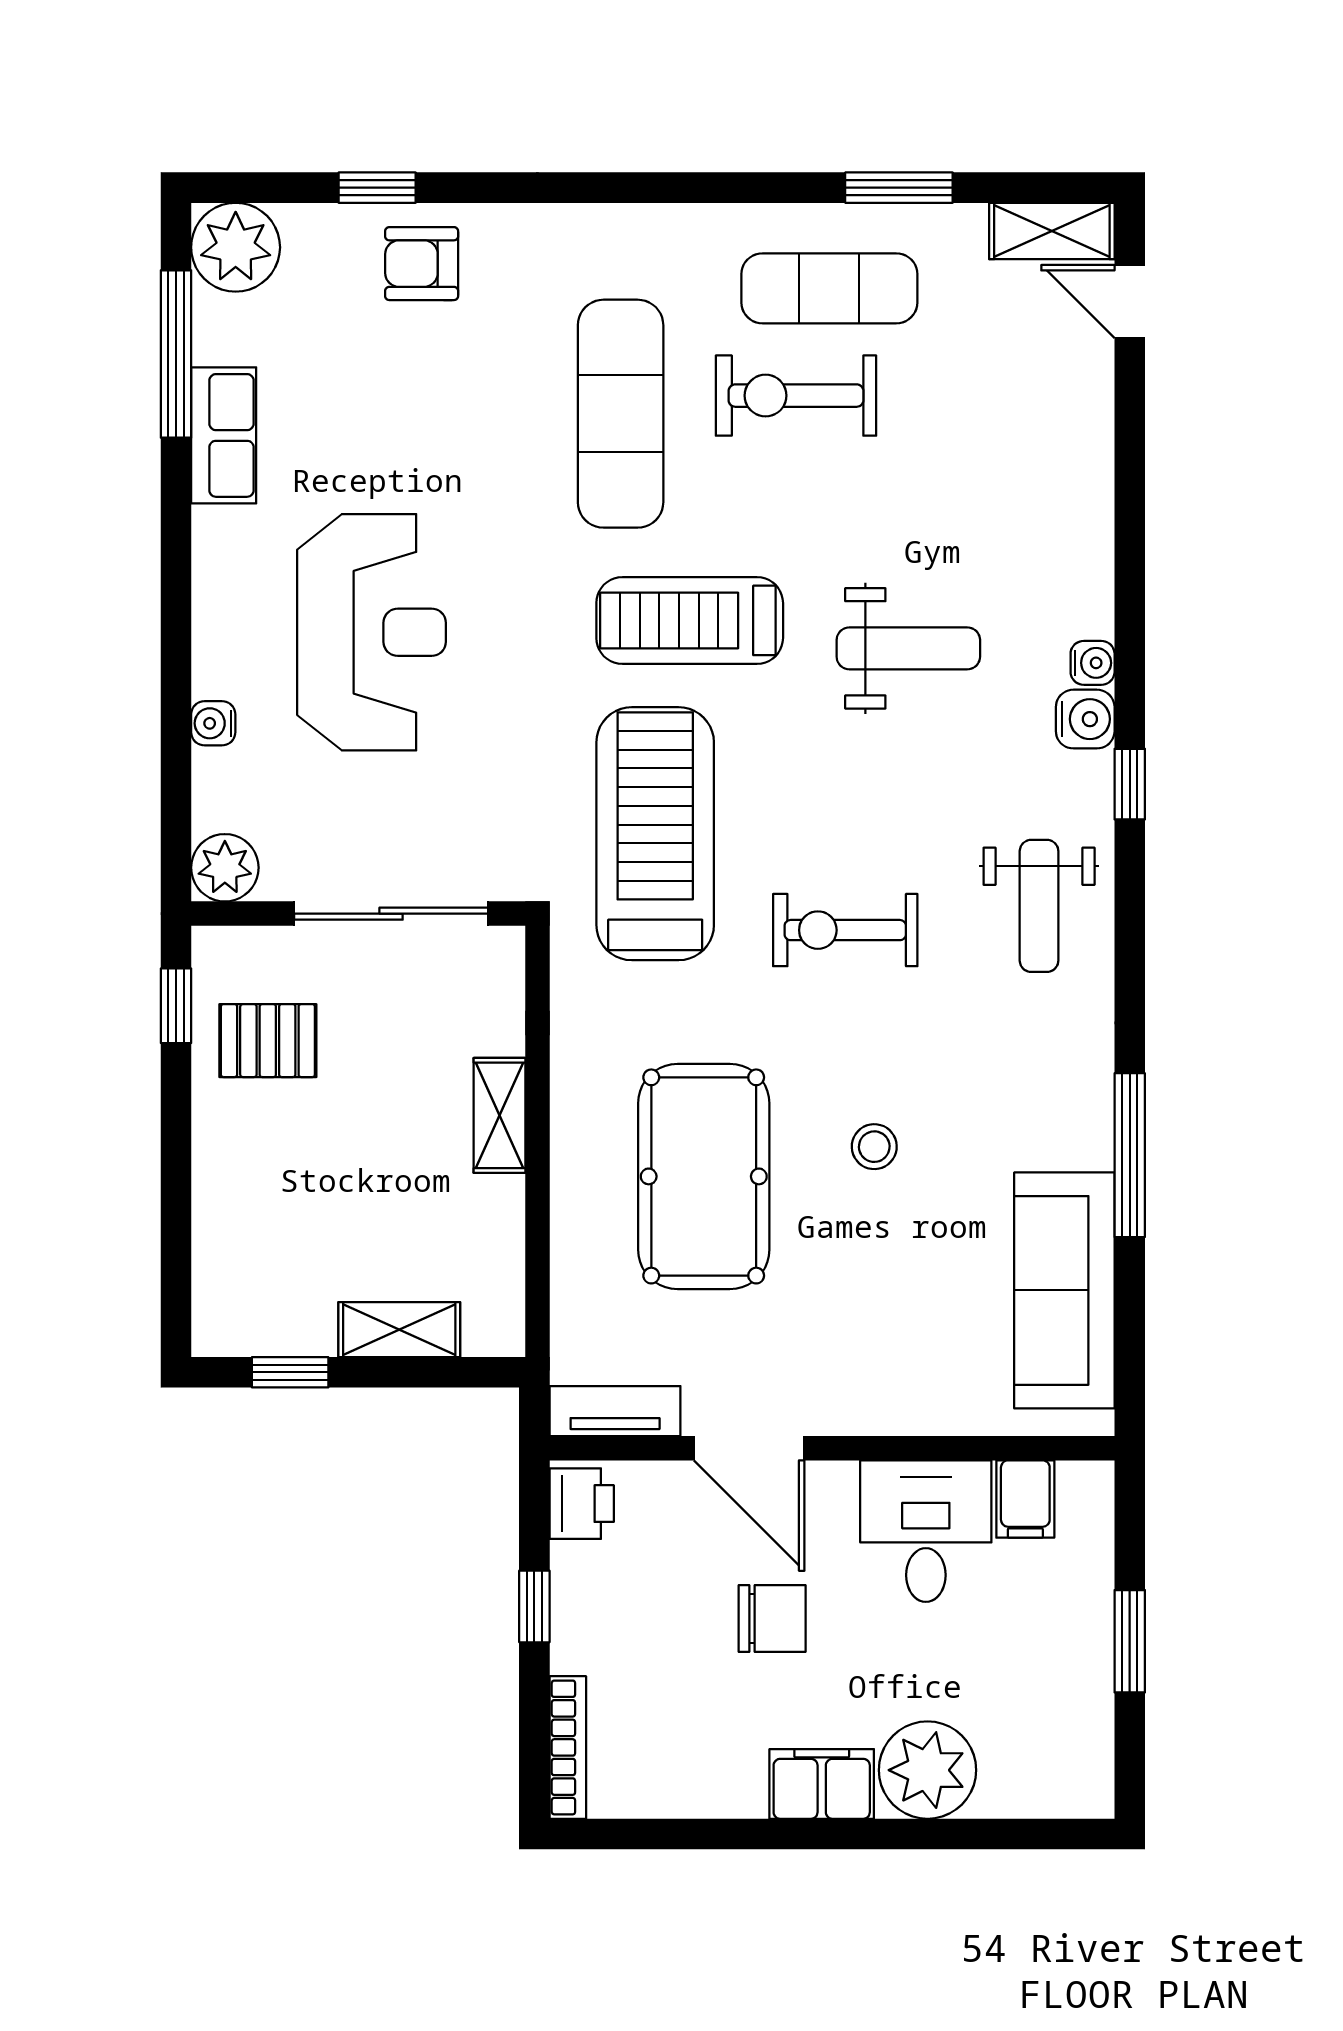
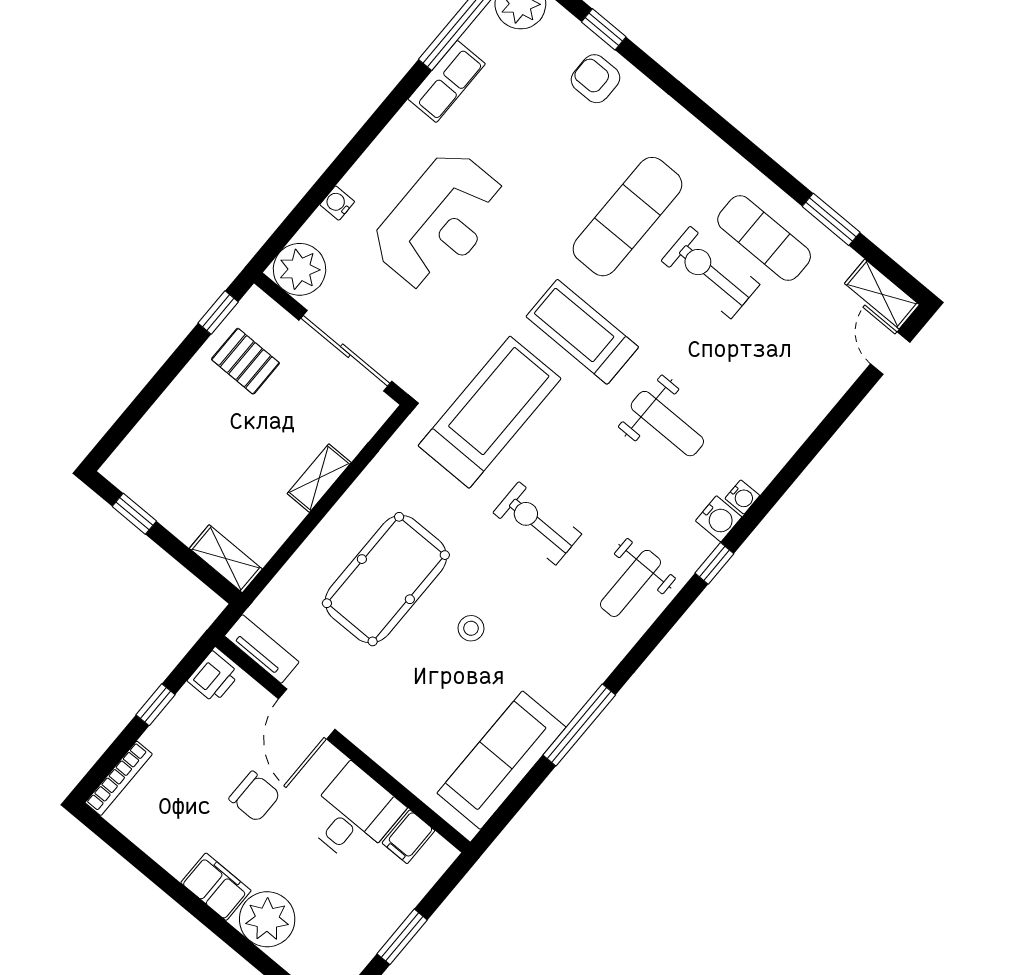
plant: (225, 868) -> (299, 269), width x1.36, depth x1.36
shelving: (399, 1330) -> (226, 559), moved

